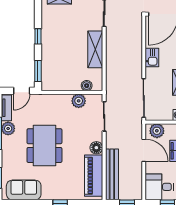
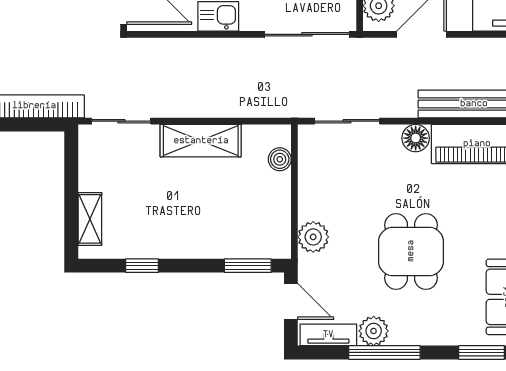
window: (38, 36) -> (142, 266), moved
plant: (79, 101) -> (313, 237), moved
dining table: (44, 146) -> (411, 251), width x0.73

